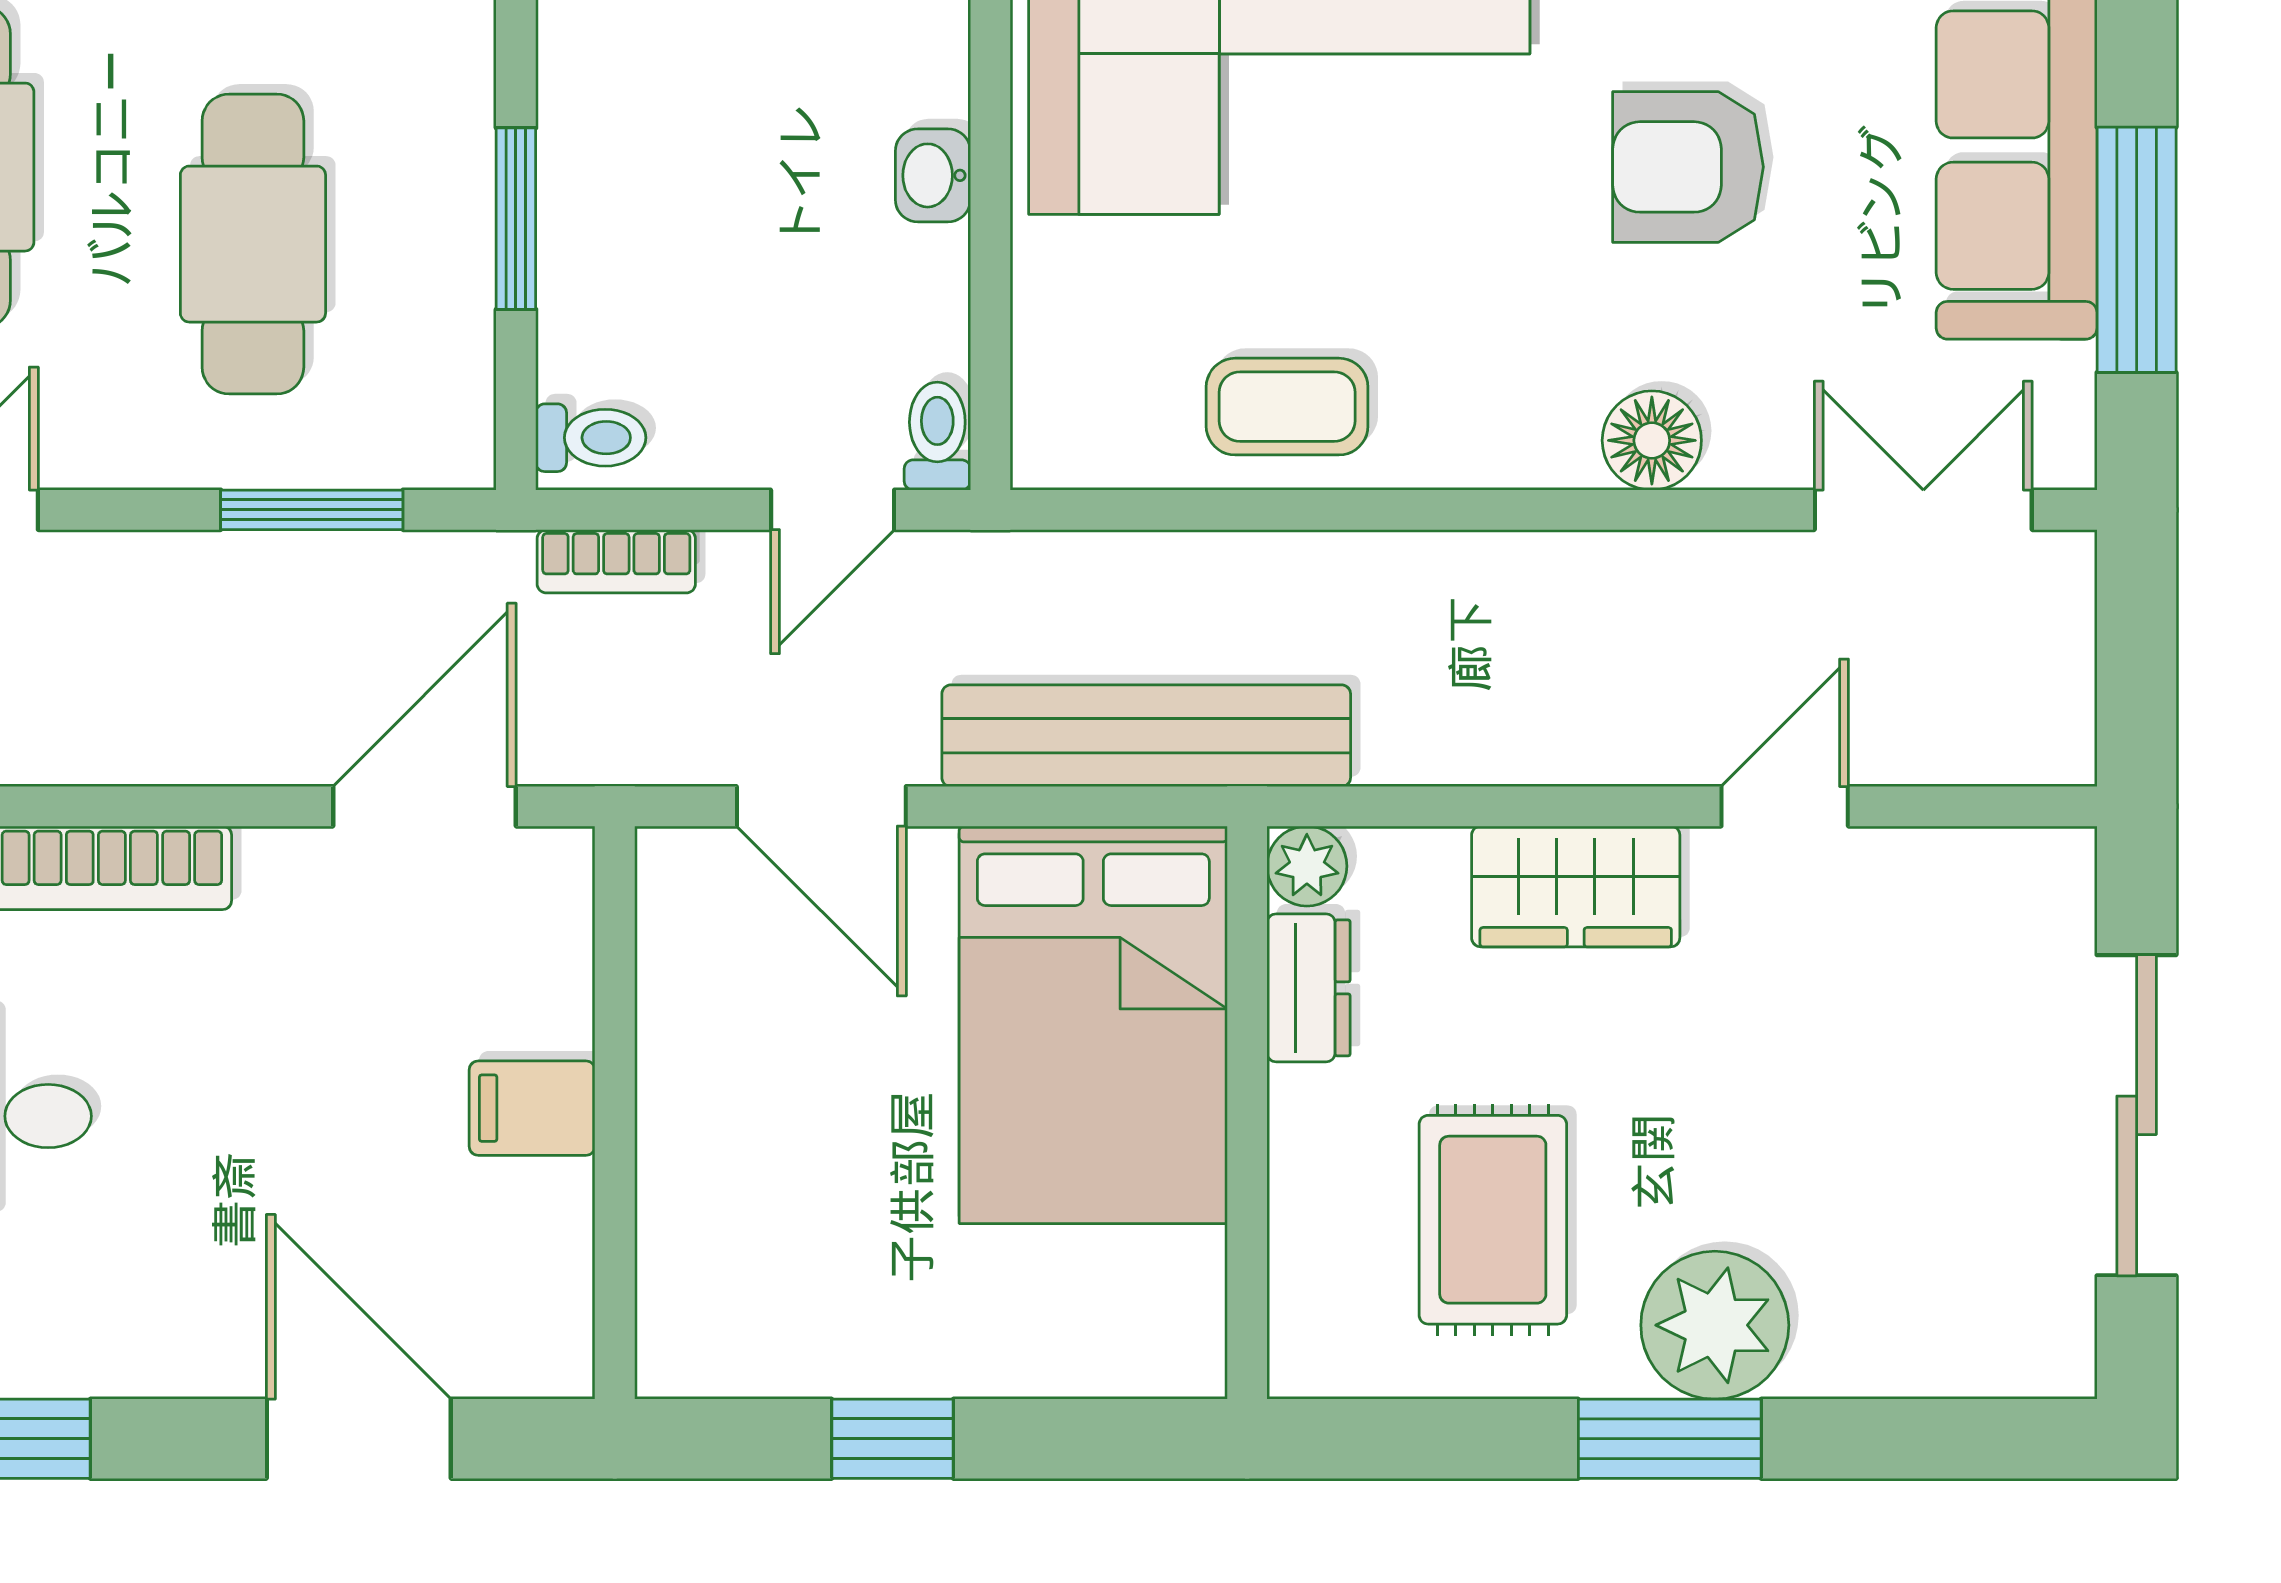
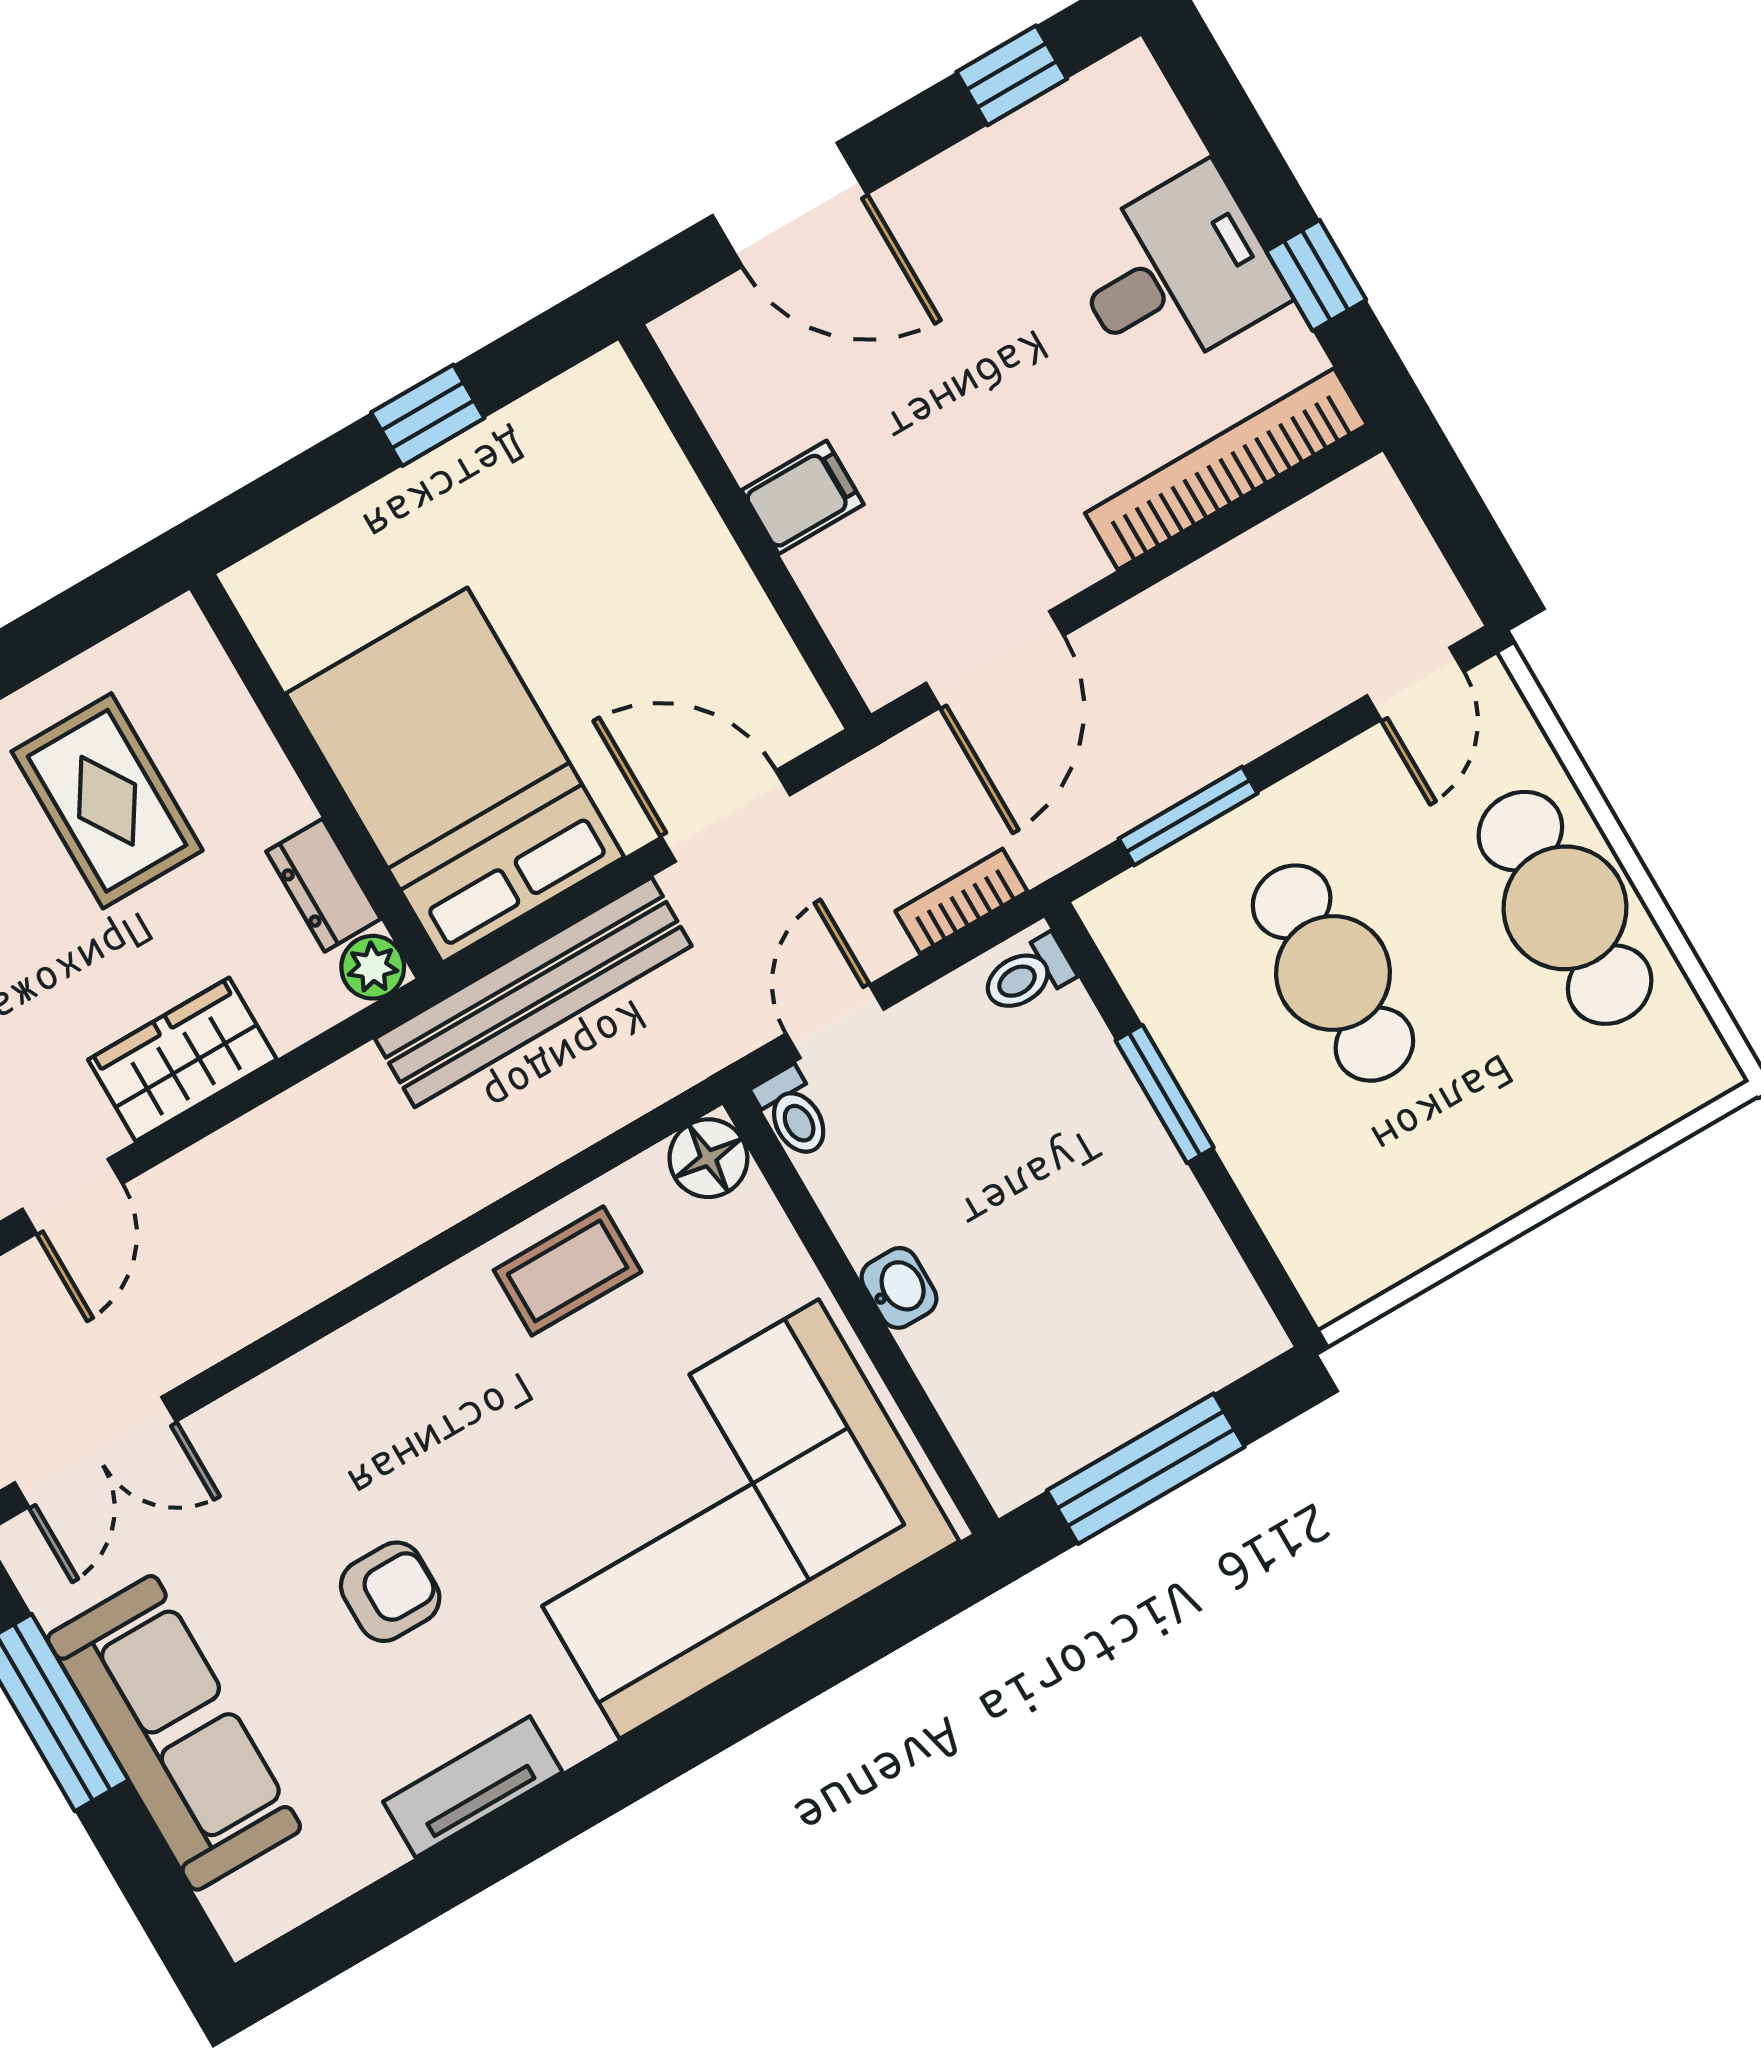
armchair: (1688, 167) -> (390, 1592), width x0.72, depth x0.72
floor lamp: (1652, 440) -> (708, 1158), moved

